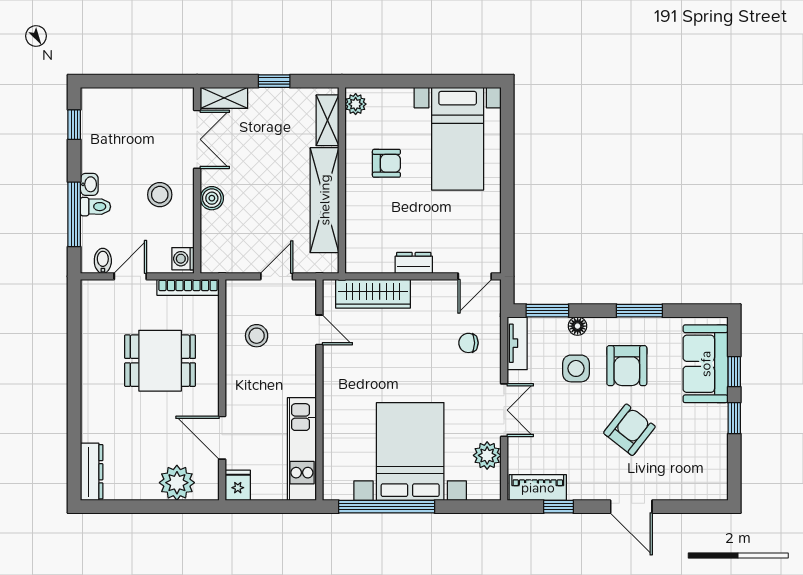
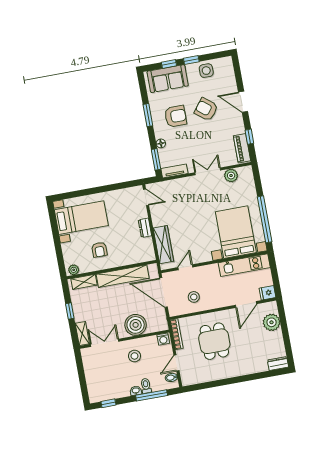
armchair: (386, 163) -> (99, 250), turned 180
boiler: (212, 198) -> (136, 325), width x1.86, depth x1.86
door: (130, 276) -> (176, 363), hinge flipped
door: (277, 276) -> (163, 293), width x1.88
chair: (468, 343) -> (179, 194), removed
side table: (576, 368) -> (206, 71), moved
bed with nightstands: (410, 451) -> (236, 232), moved, turned 90
dresser: (92, 472) -> (278, 363), width x0.70
door: (631, 507) -> (243, 102), swing flipped

